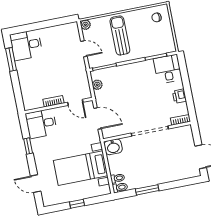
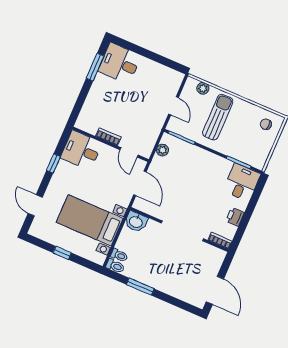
plant: (85, 25) -> (203, 88), moved

